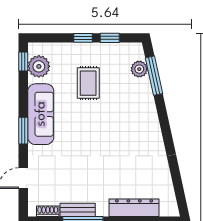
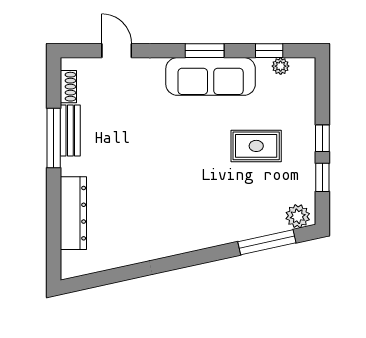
window: (23, 62) -> (269, 51), moved
plant: (39, 66) -> (281, 66), width x0.53, depth x0.53
plant: (139, 69) -> (298, 216), moved
window: (23, 131) -> (205, 51), moved

